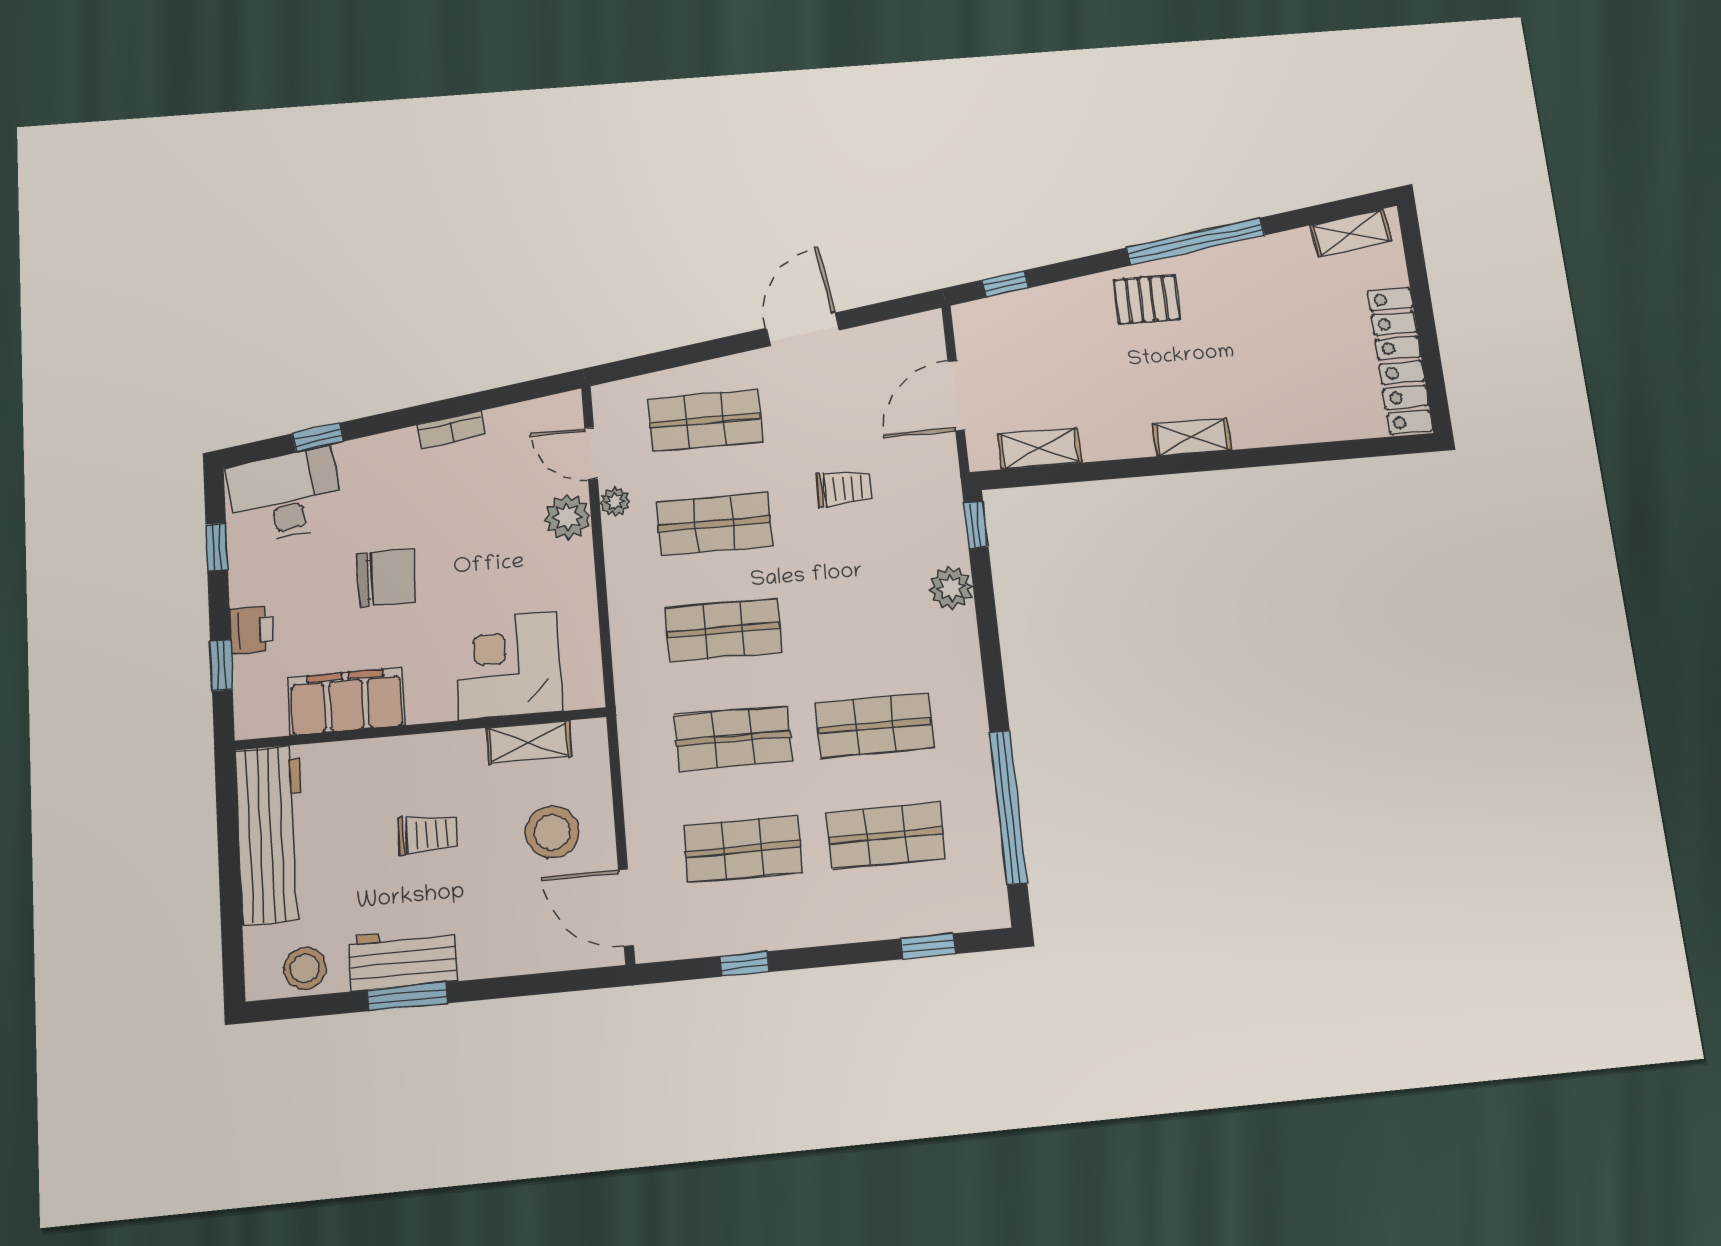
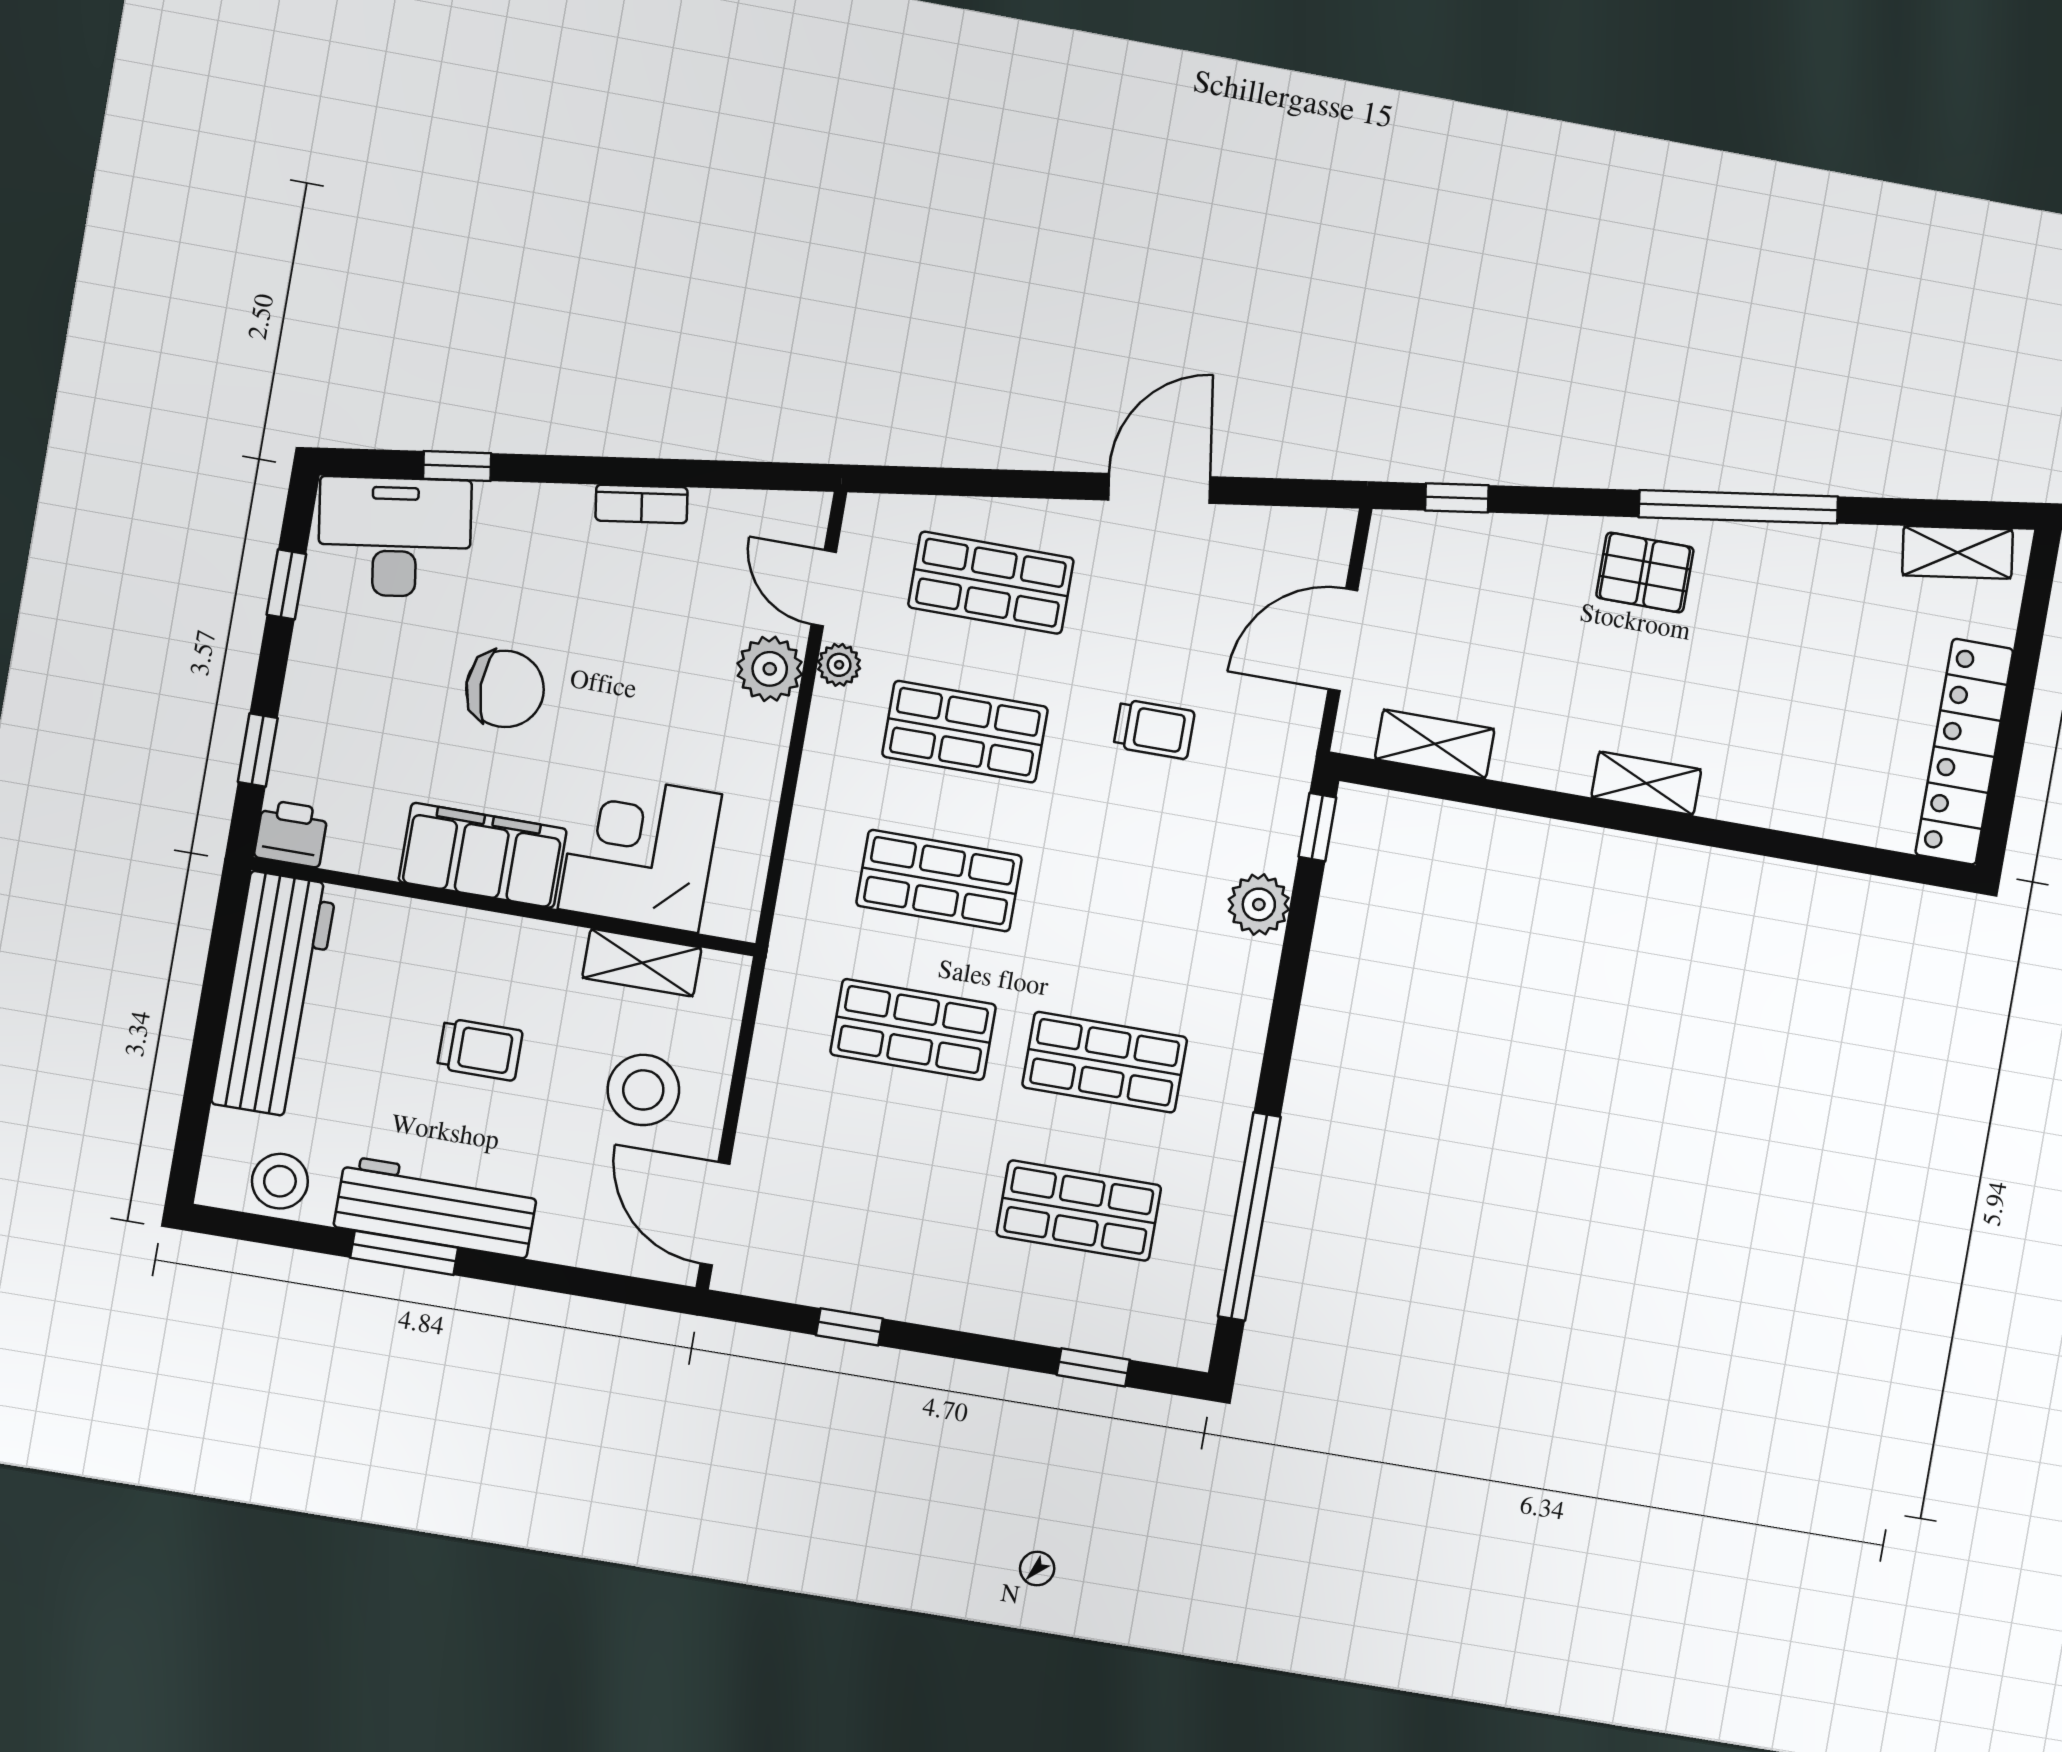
printer: (252, 630) -> (291, 833), moved, turned -90
filing cabinet: (347, 701) -> (483, 855), moved
shop shelf: (743, 849) -> (887, 1178), removed
workbench: (403, 959) -> (436, 1207), width x1.37

